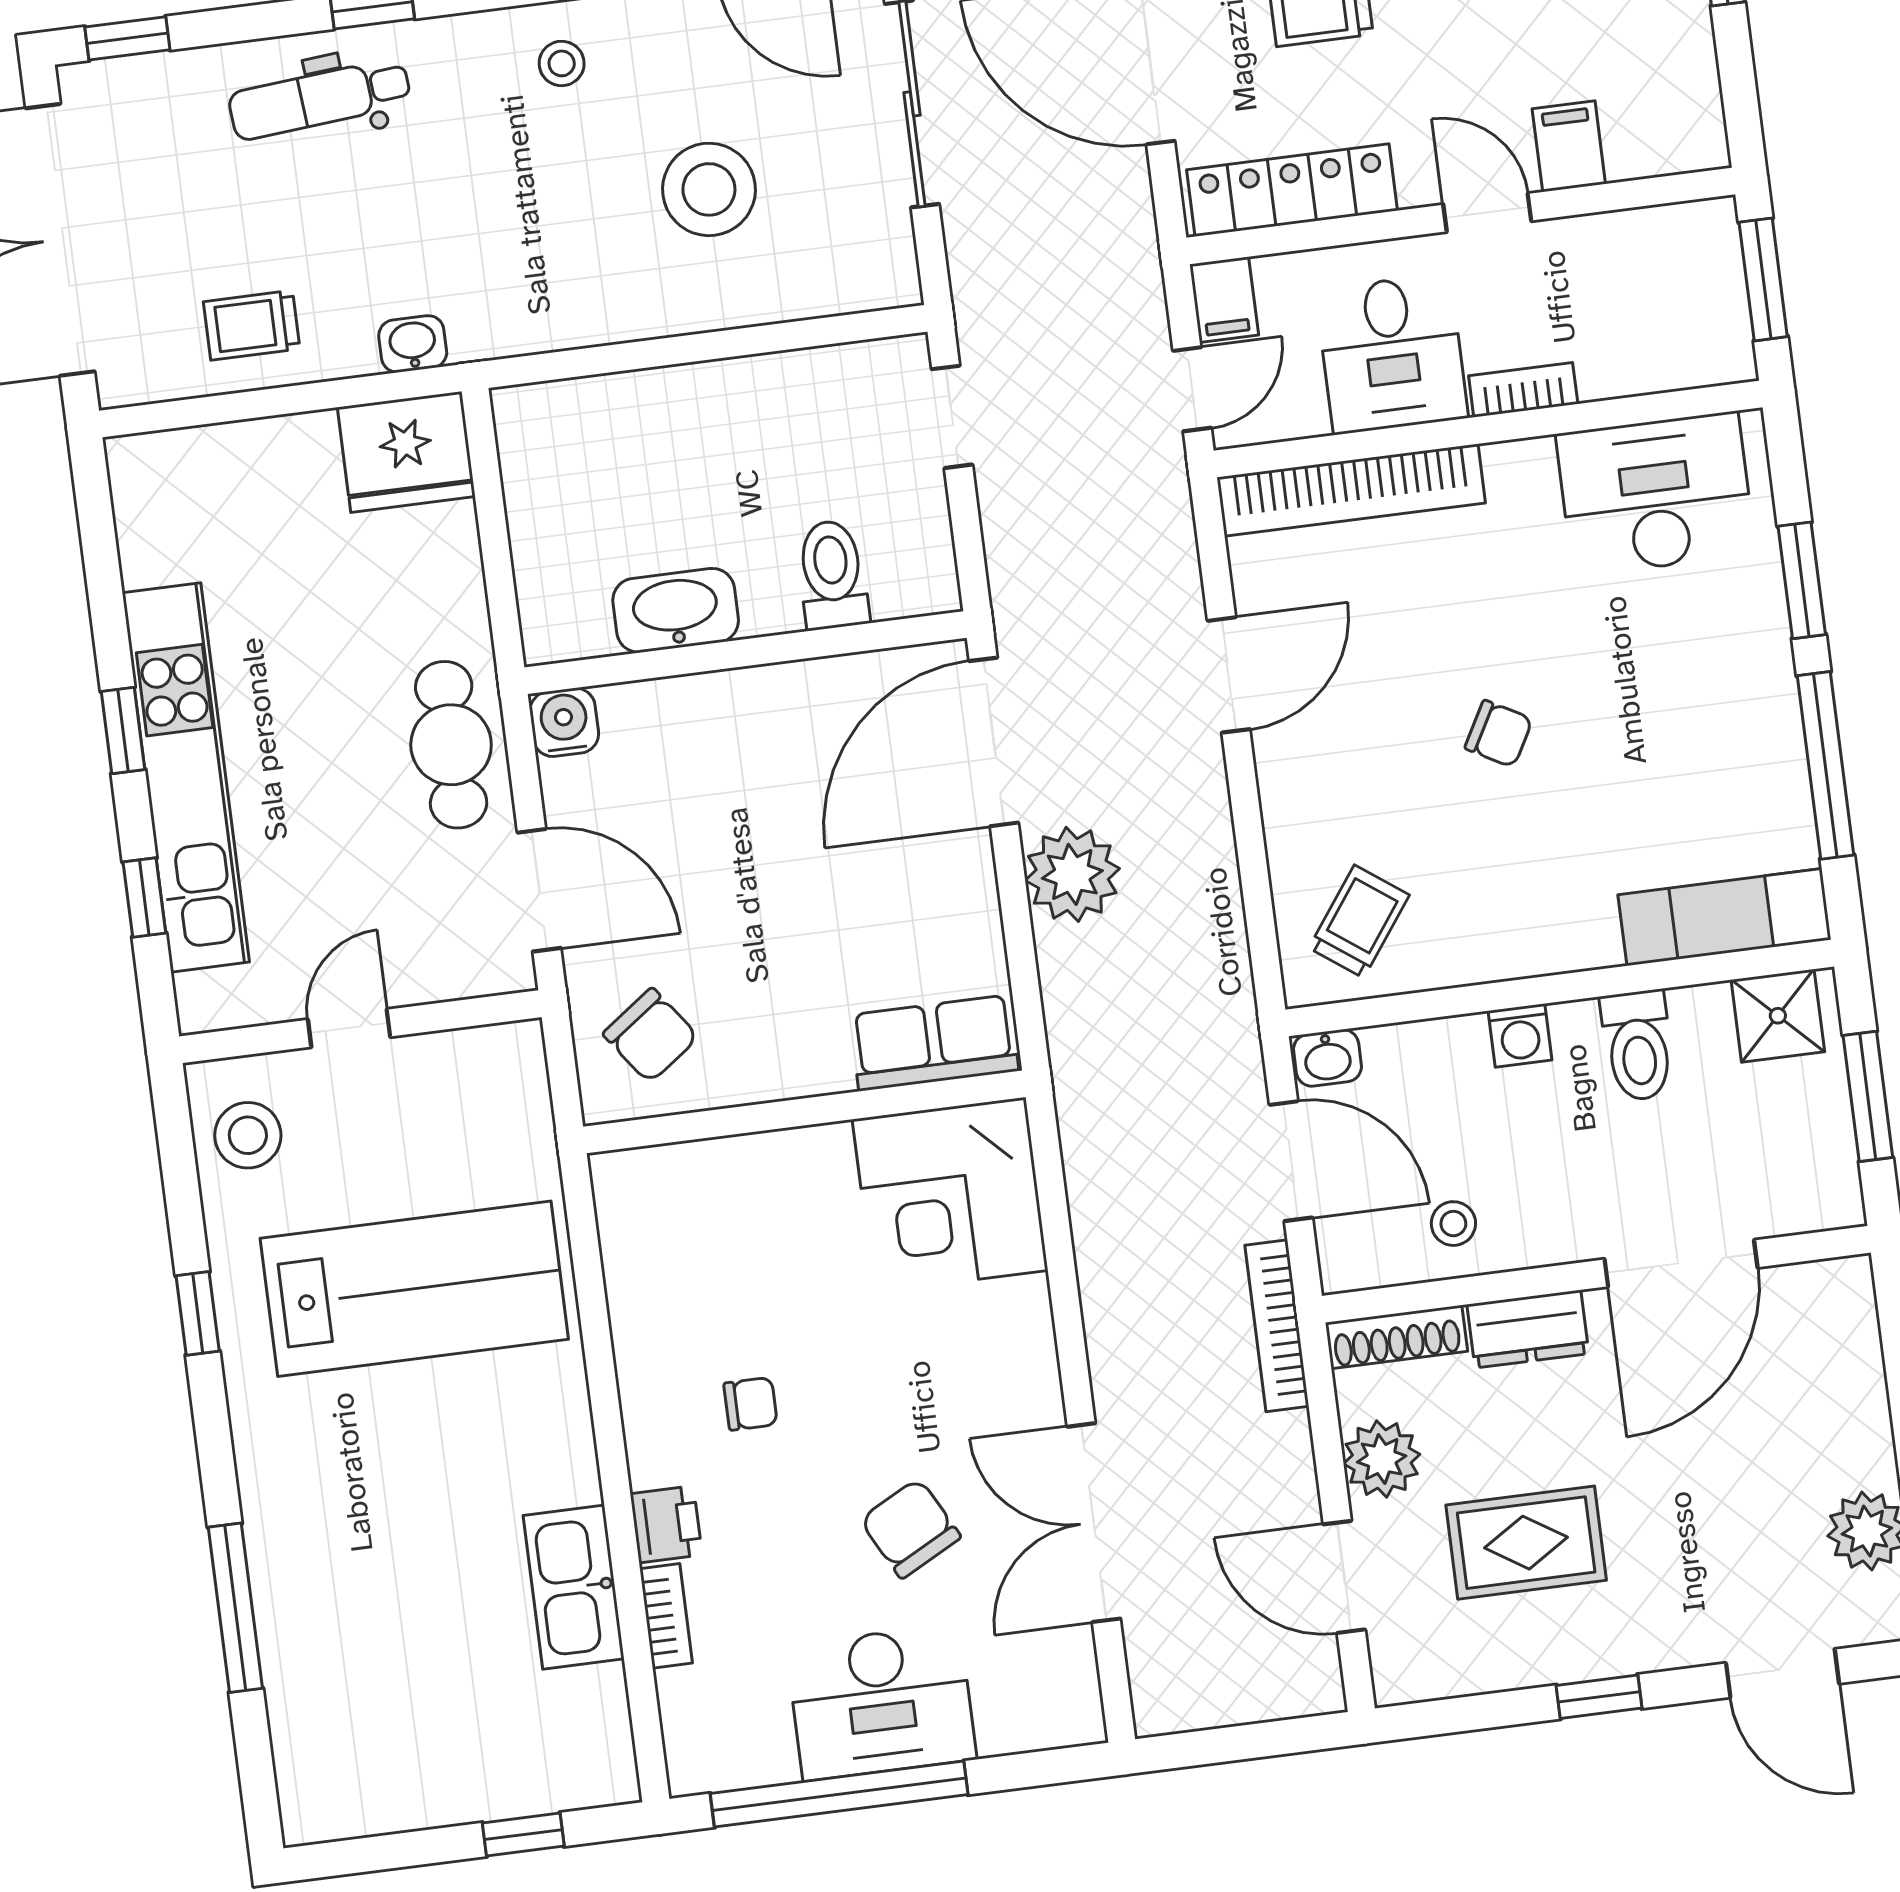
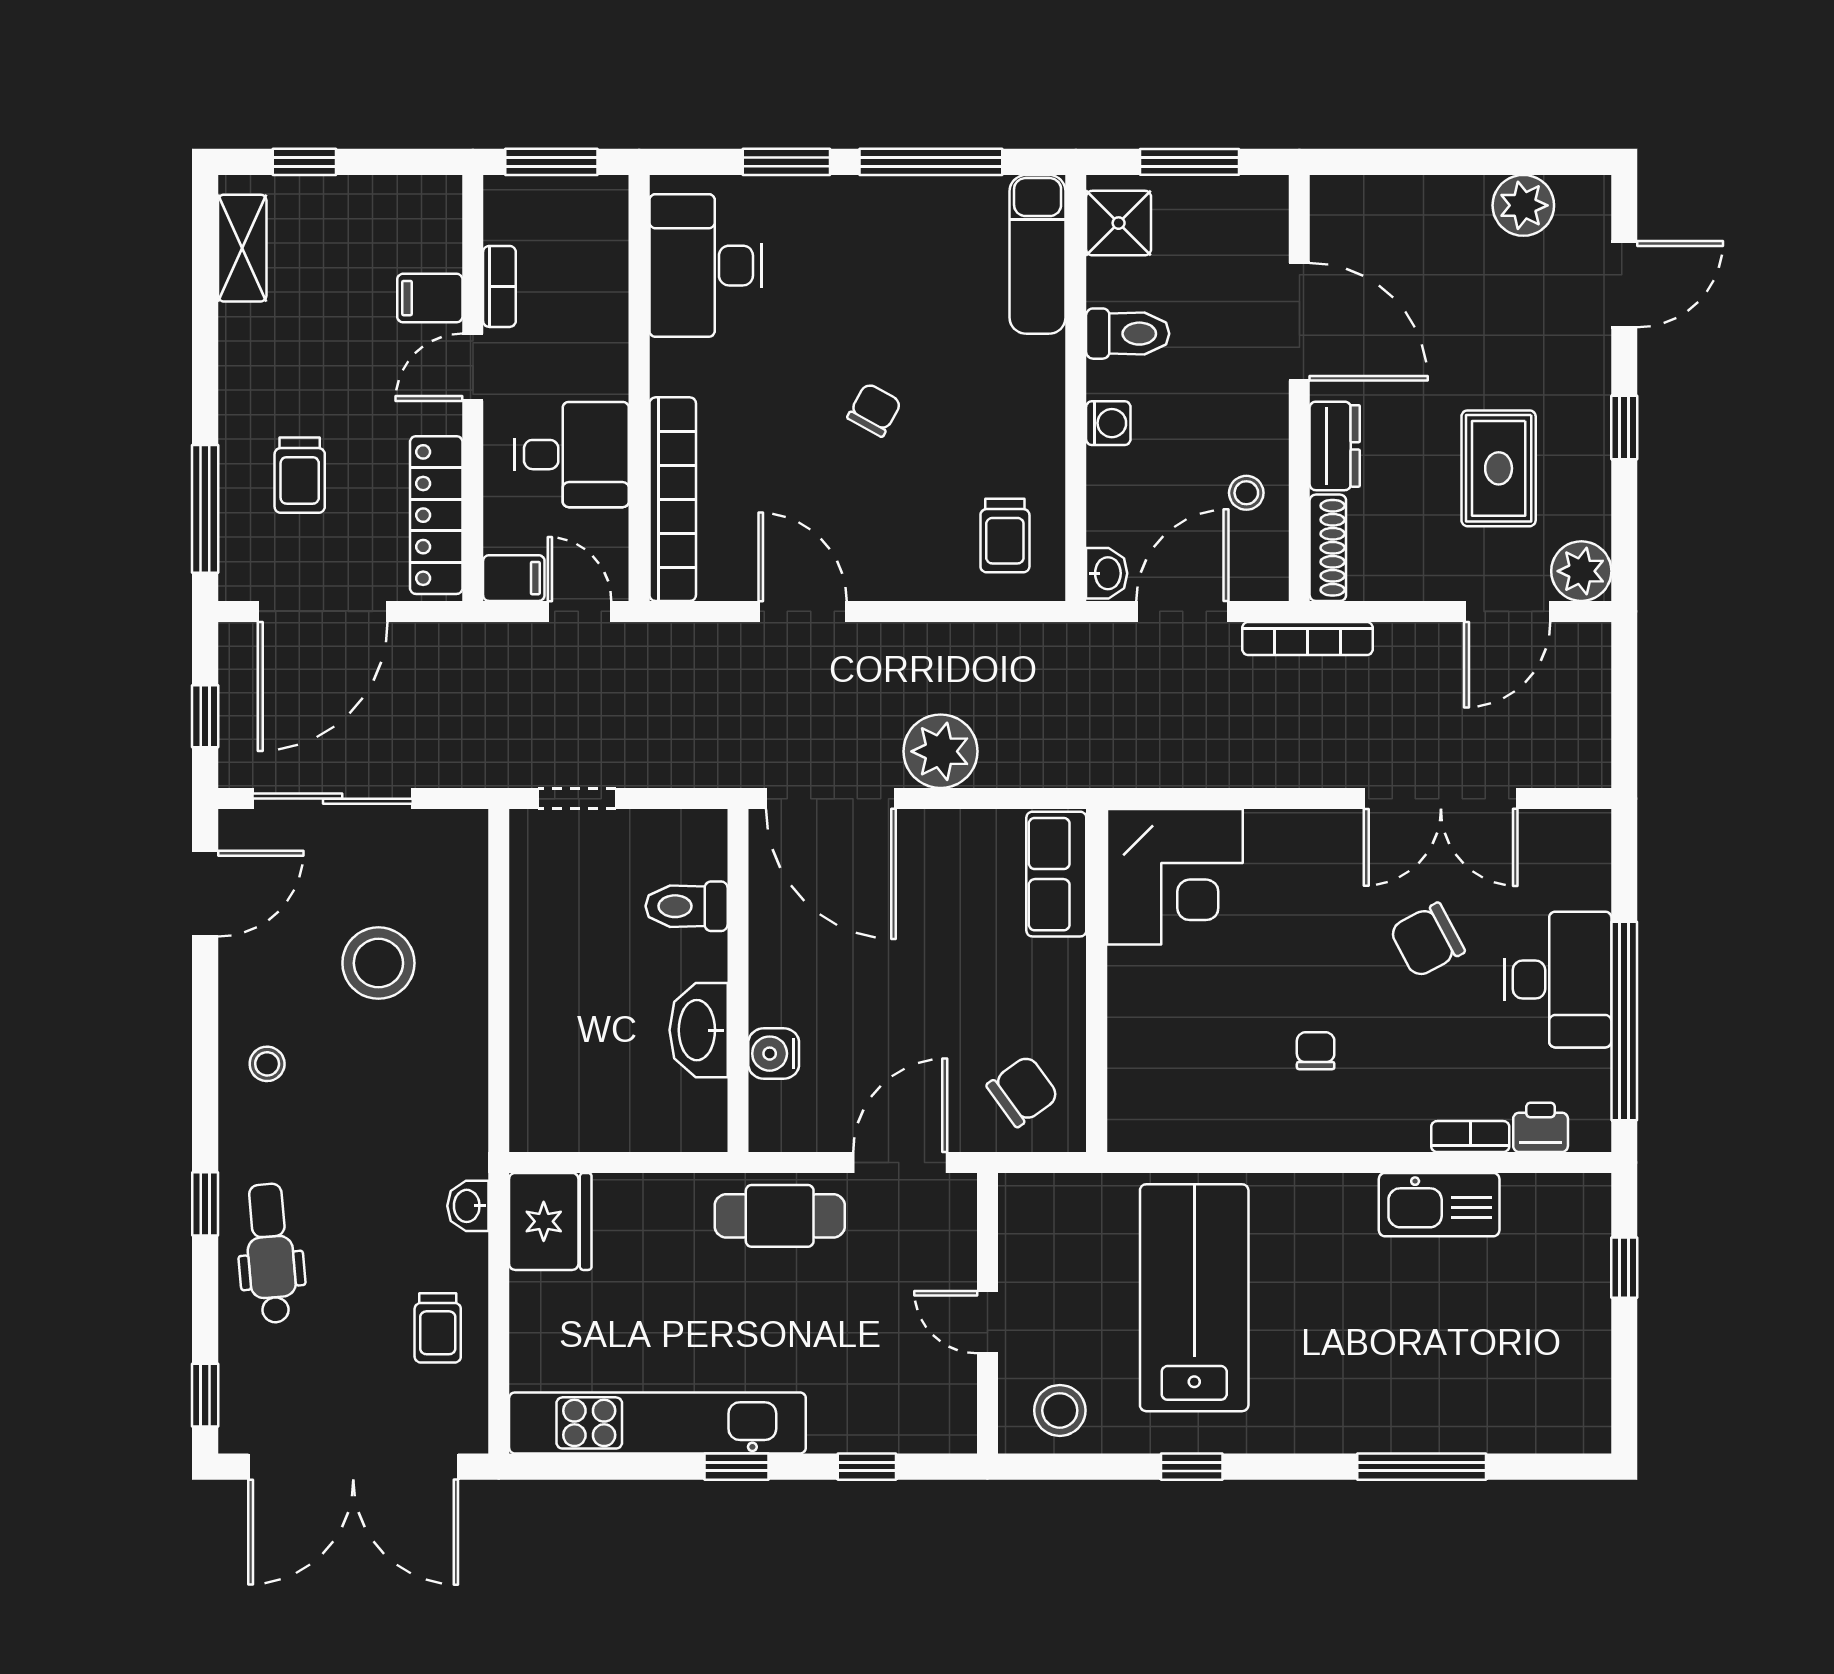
dental chair: (320, 99) -> (271, 1253), turned 180
bookcase: (1523, 390) -> (499, 286), moved, turned 180
water cooler: (564, 722) -> (774, 1054), moved
kitchen unit: (186, 777) -> (657, 1423), moved
trolley: (1359, 921) -> (1005, 536), turned -126
plant: (1382, 1459) -> (1581, 571), moved
printer: (666, 1524) -> (1541, 1127), moved

